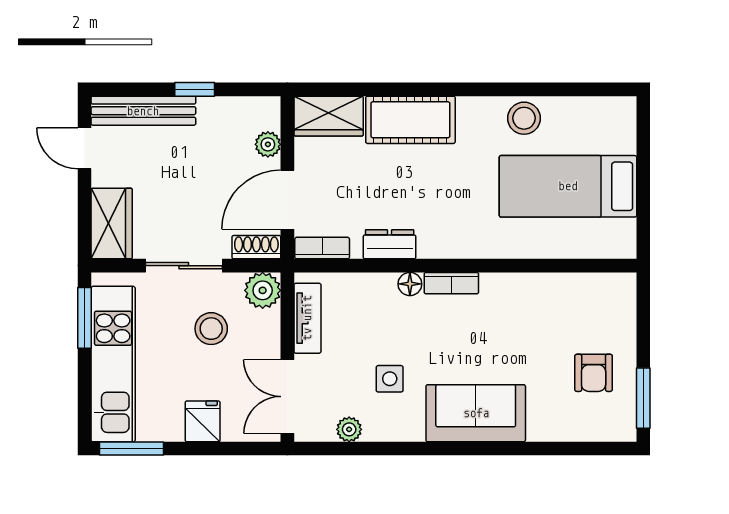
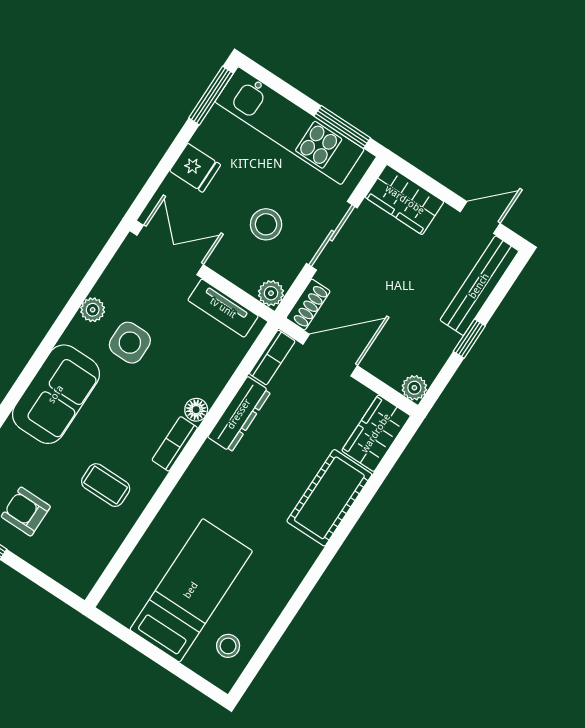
stool: (524, 118) -> (228, 646), moved, width x0.73, depth x0.73
plant: (268, 144) -> (414, 388), moved
door: (287, 200) -> (330, 355), hinge flipped
dresser: (390, 244) -> (239, 414), width x1.44
plant: (263, 290) -> (271, 293), width x0.73, depth x0.73
coffee table: (526, 319) -> (106, 485), added
side table: (390, 379) -> (130, 343), width x1.37, depth x1.37
plant: (349, 429) -> (93, 310), moved

